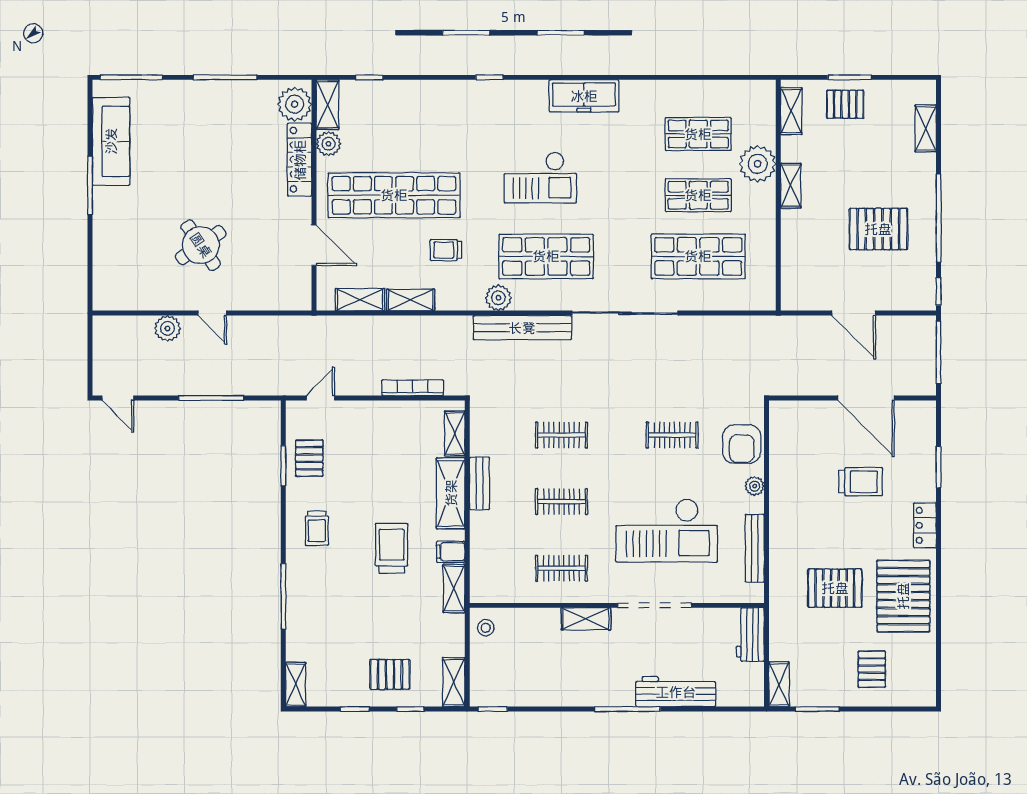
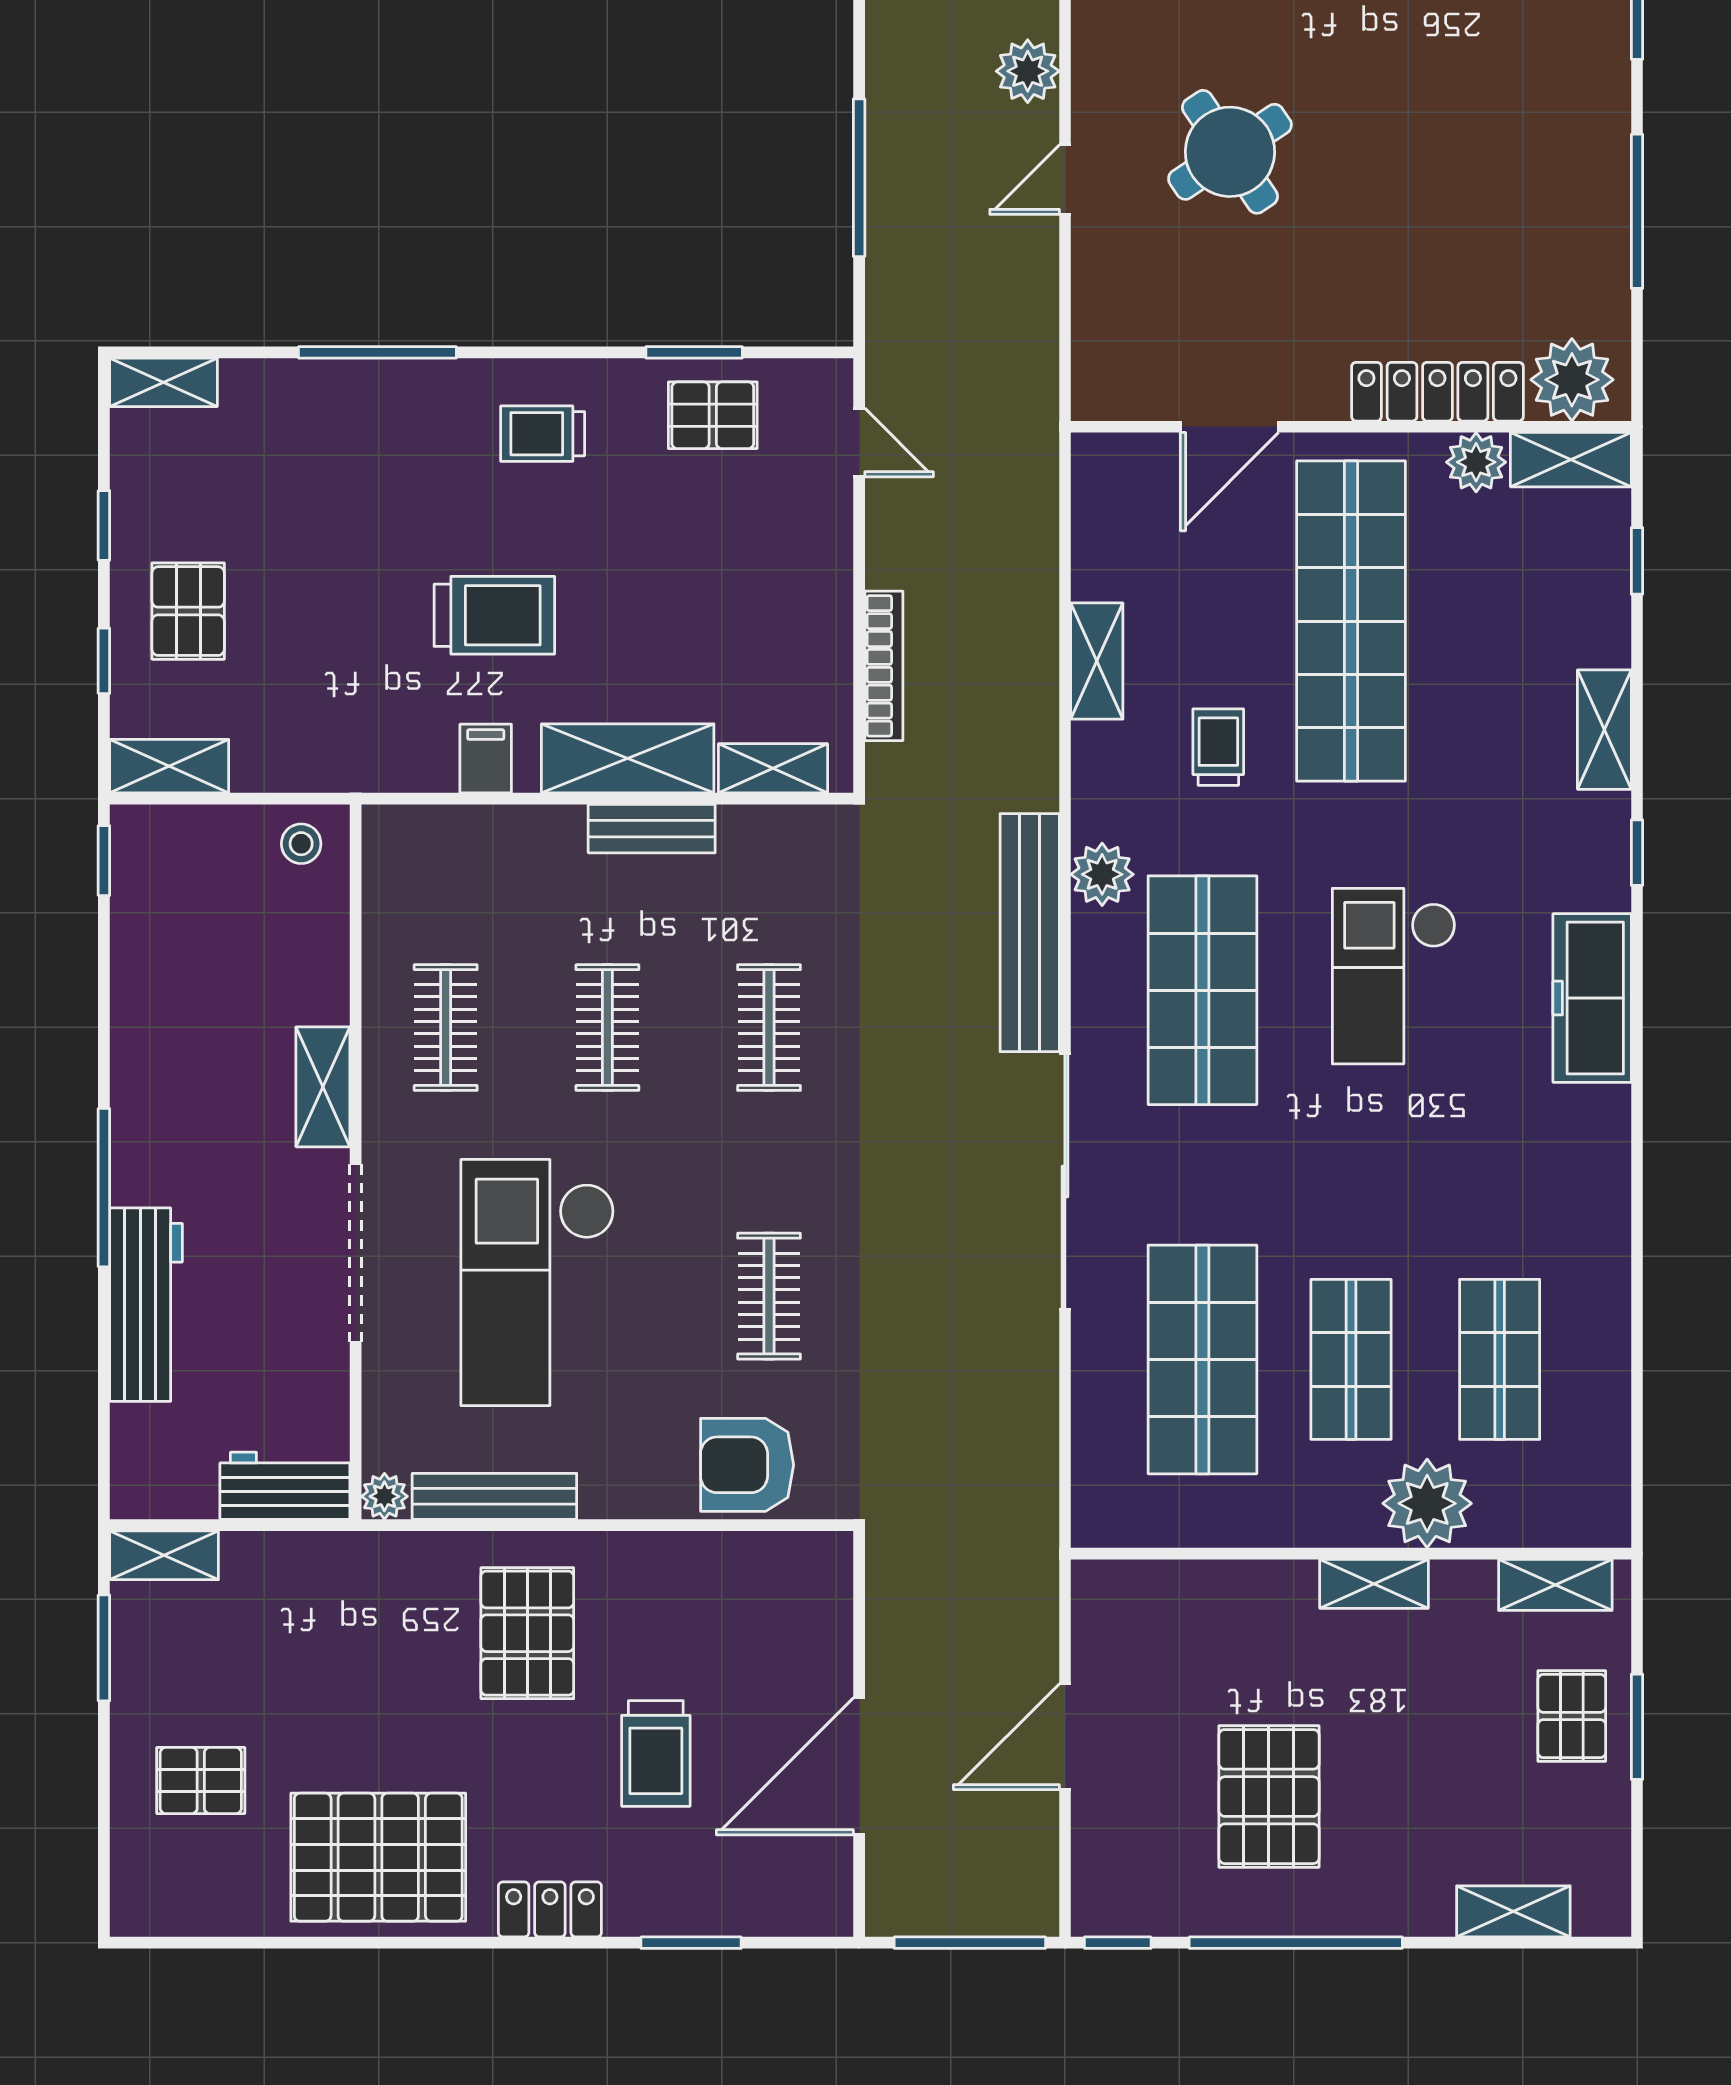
freezer: (584, 96) -> (1592, 998), moved
shelving: (360, 300) -> (1604, 730), moved
plant: (755, 486) -> (384, 1496), moved
shelving: (454, 588) -> (397, 766), removed
pallet: (835, 588) -> (527, 1633), moved

